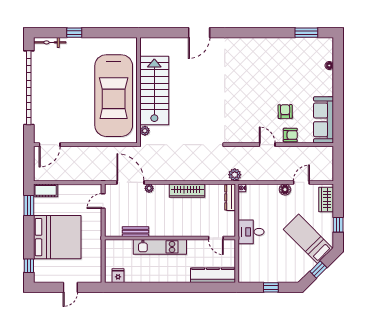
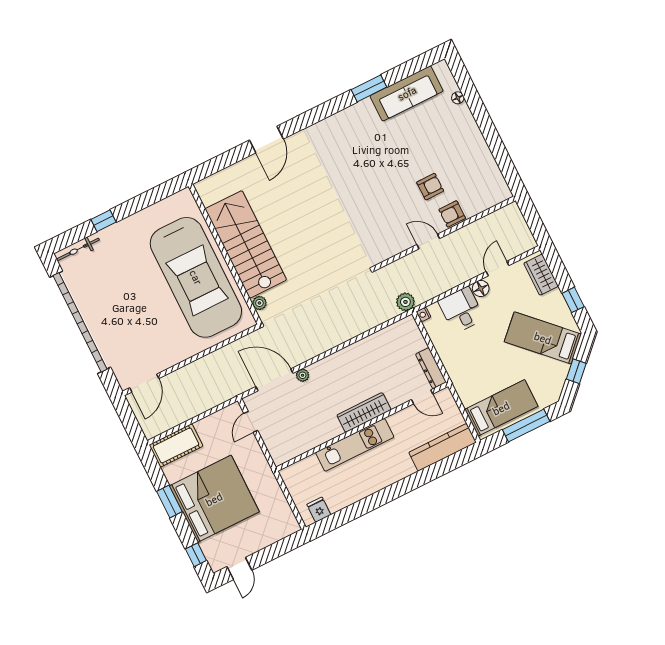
window: (306, 33) -> (369, 88), moved
armchair: (285, 112) -> (430, 187), turned 91
sofa: (324, 120) -> (407, 93), moved, turned -90
armchair: (290, 135) -> (452, 214), turned 180
cot: (46, 190) -> (176, 445), width x1.37, depth x1.34
wardrobe: (187, 191) -> (364, 412), moved, turned 180
dresser: (230, 197) -> (431, 368), moved
window: (29, 206) -> (169, 501), moved
bench: (136, 232) -> (313, 441), removed
desk: (251, 232) -> (461, 310), moved, turned 90
bed: (261, 269) -> (501, 408), added
door: (70, 287) -> (239, 568), moved
window: (271, 287) -> (526, 425), width x2.17

